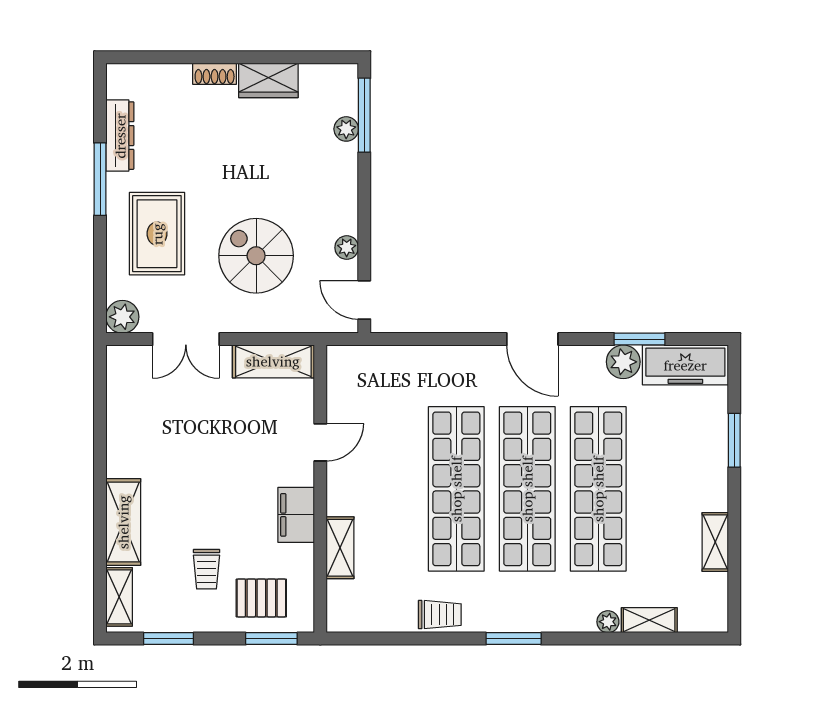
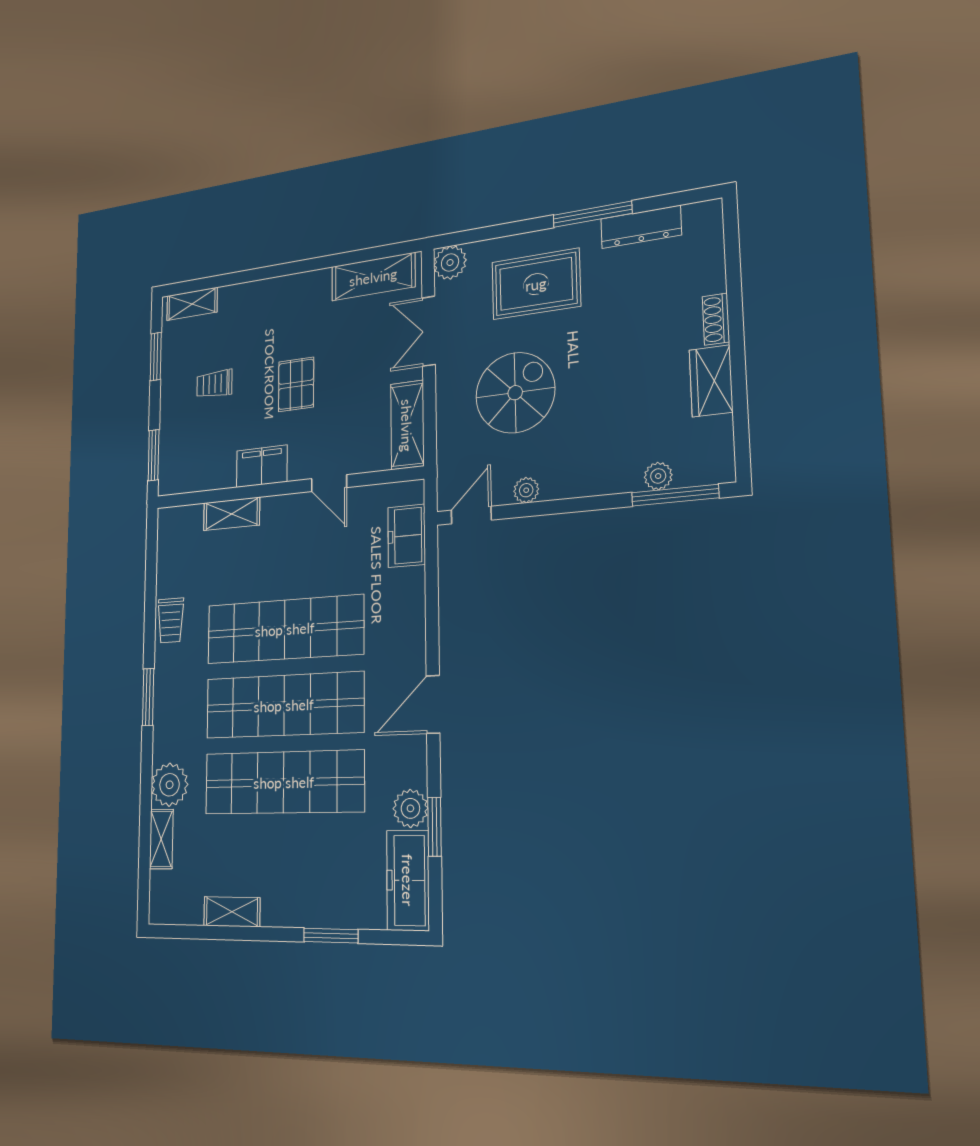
freezer: (378, 363) -> (407, 536), added
shelving: (123, 522) -> (373, 277), moved
pallet: (261, 598) -> (296, 384), moved
plant: (608, 622) -> (170, 785), width x1.88, depth x1.88

